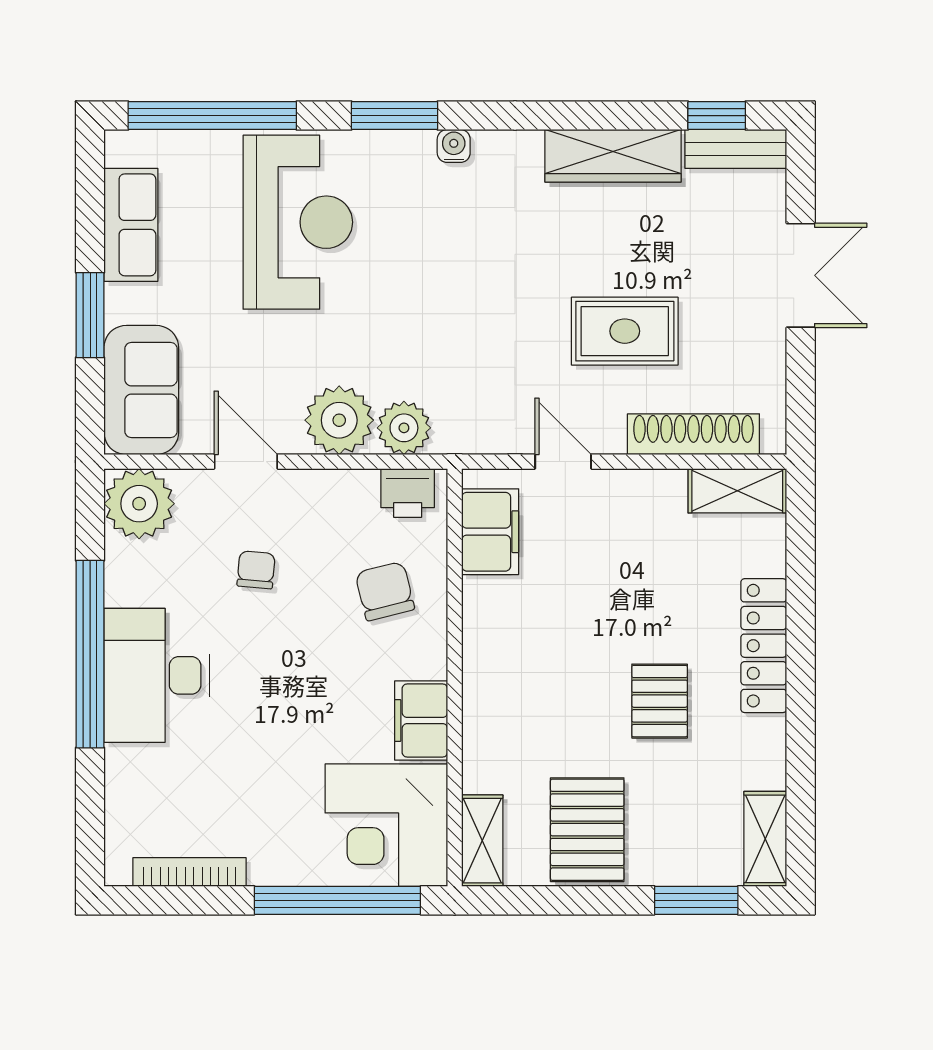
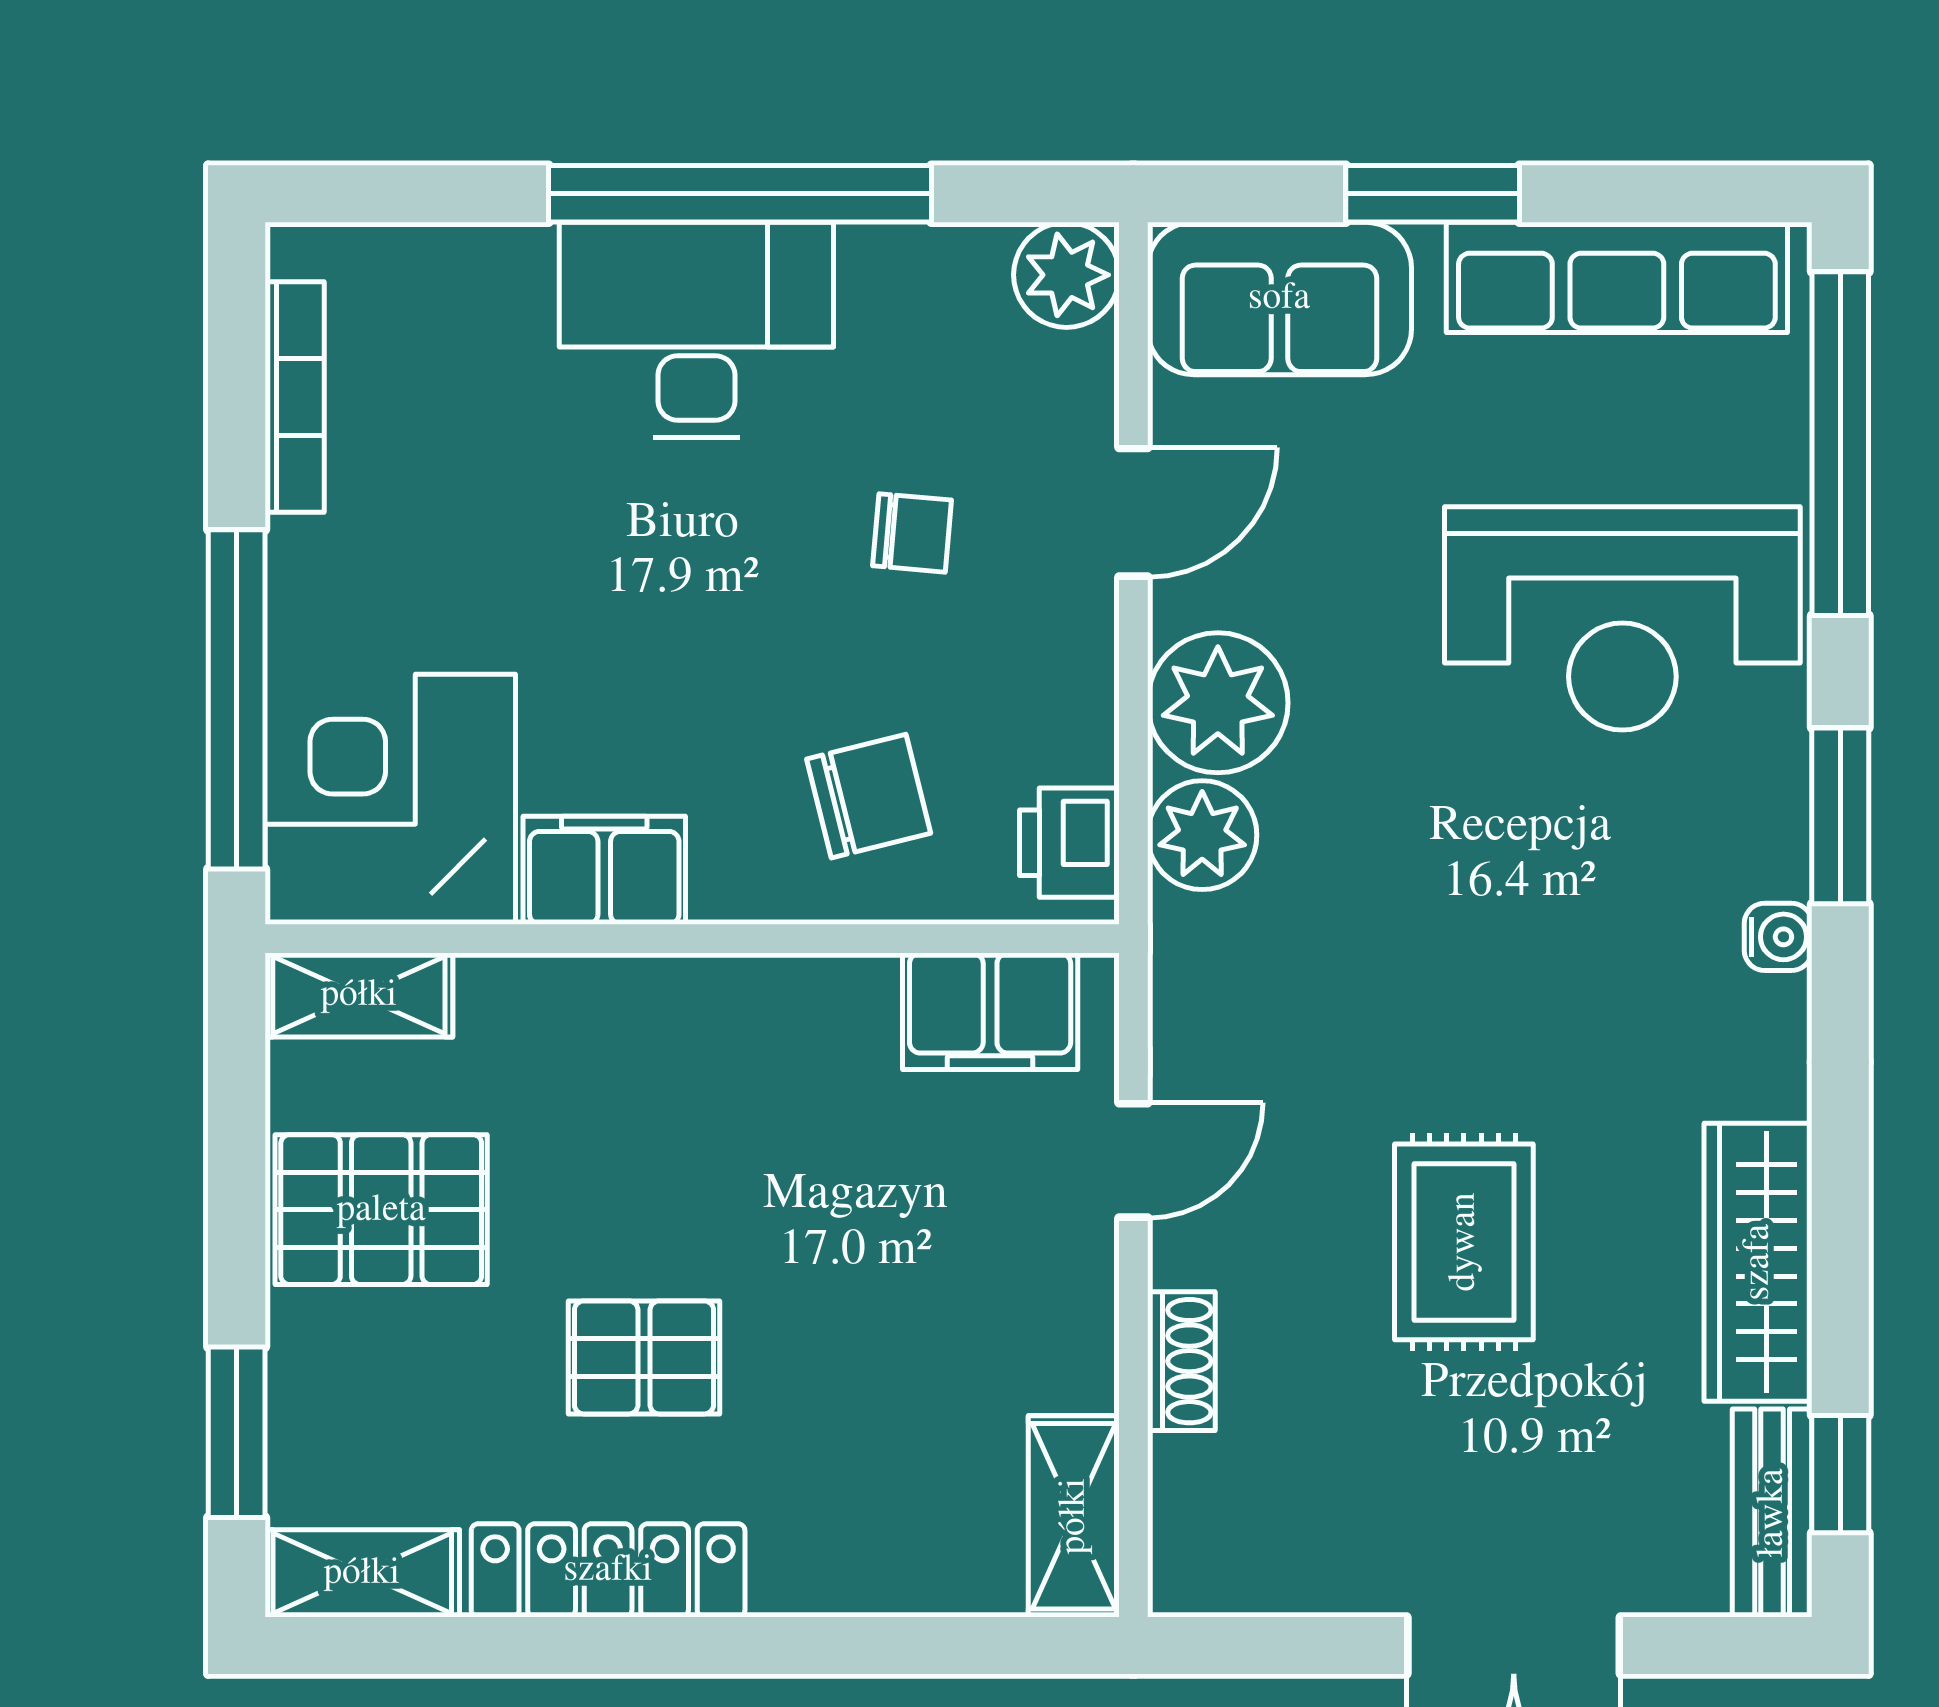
row of seats: (131, 225) -> (1617, 277), width x1.48
rug: (625, 331) -> (1464, 1242), moved
shoe rack: (693, 434) -> (1181, 1361), width x0.51, depth x0.81
plant: (139, 504) -> (1066, 275), width x0.73, depth x0.73
locker: (764, 646) -> (608, 1570), moved

